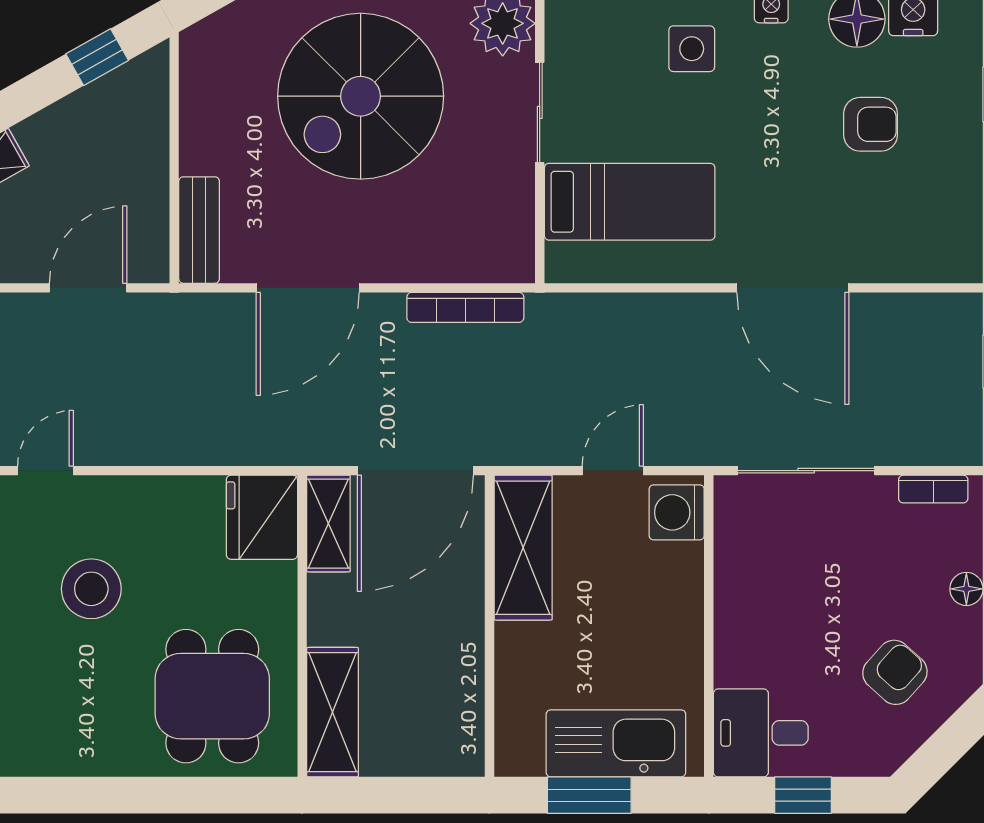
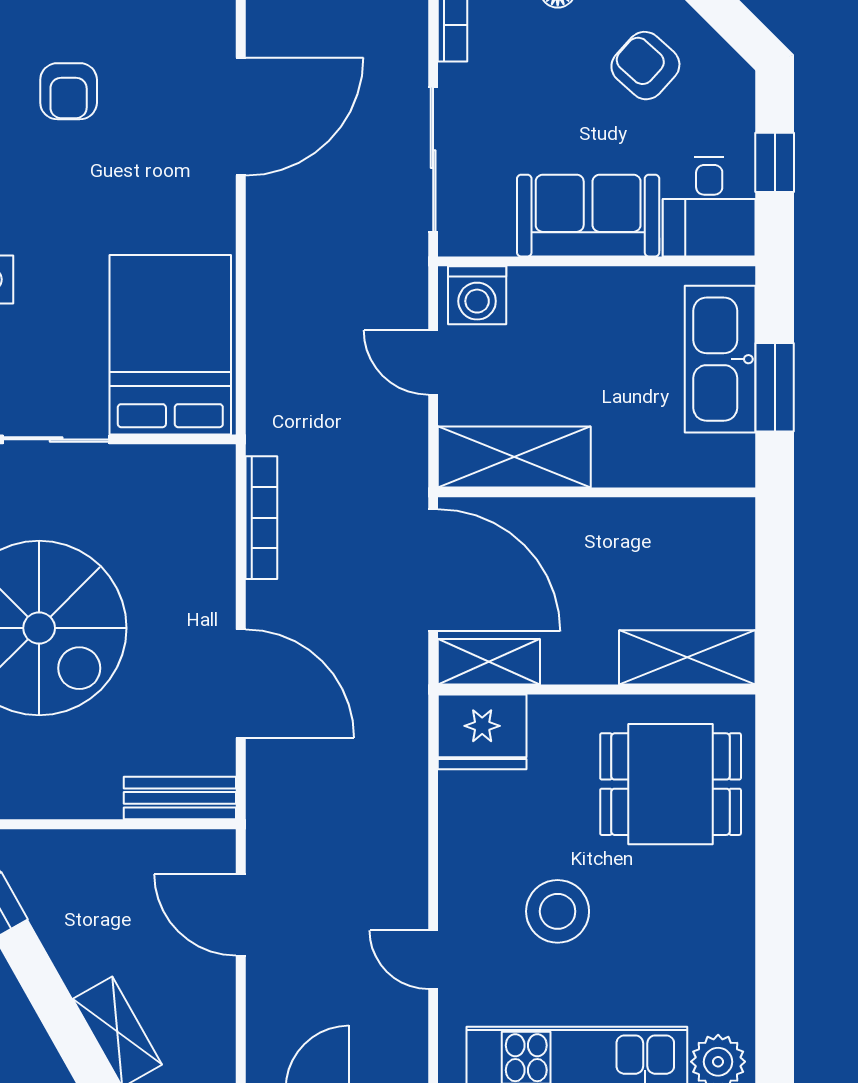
armchair: (871, 124) -> (69, 91), turned 180
bed: (630, 202) -> (170, 345), width x1.50
door: (793, 288) -> (241, 117), moved
sofa: (752, 618) -> (588, 216), added

